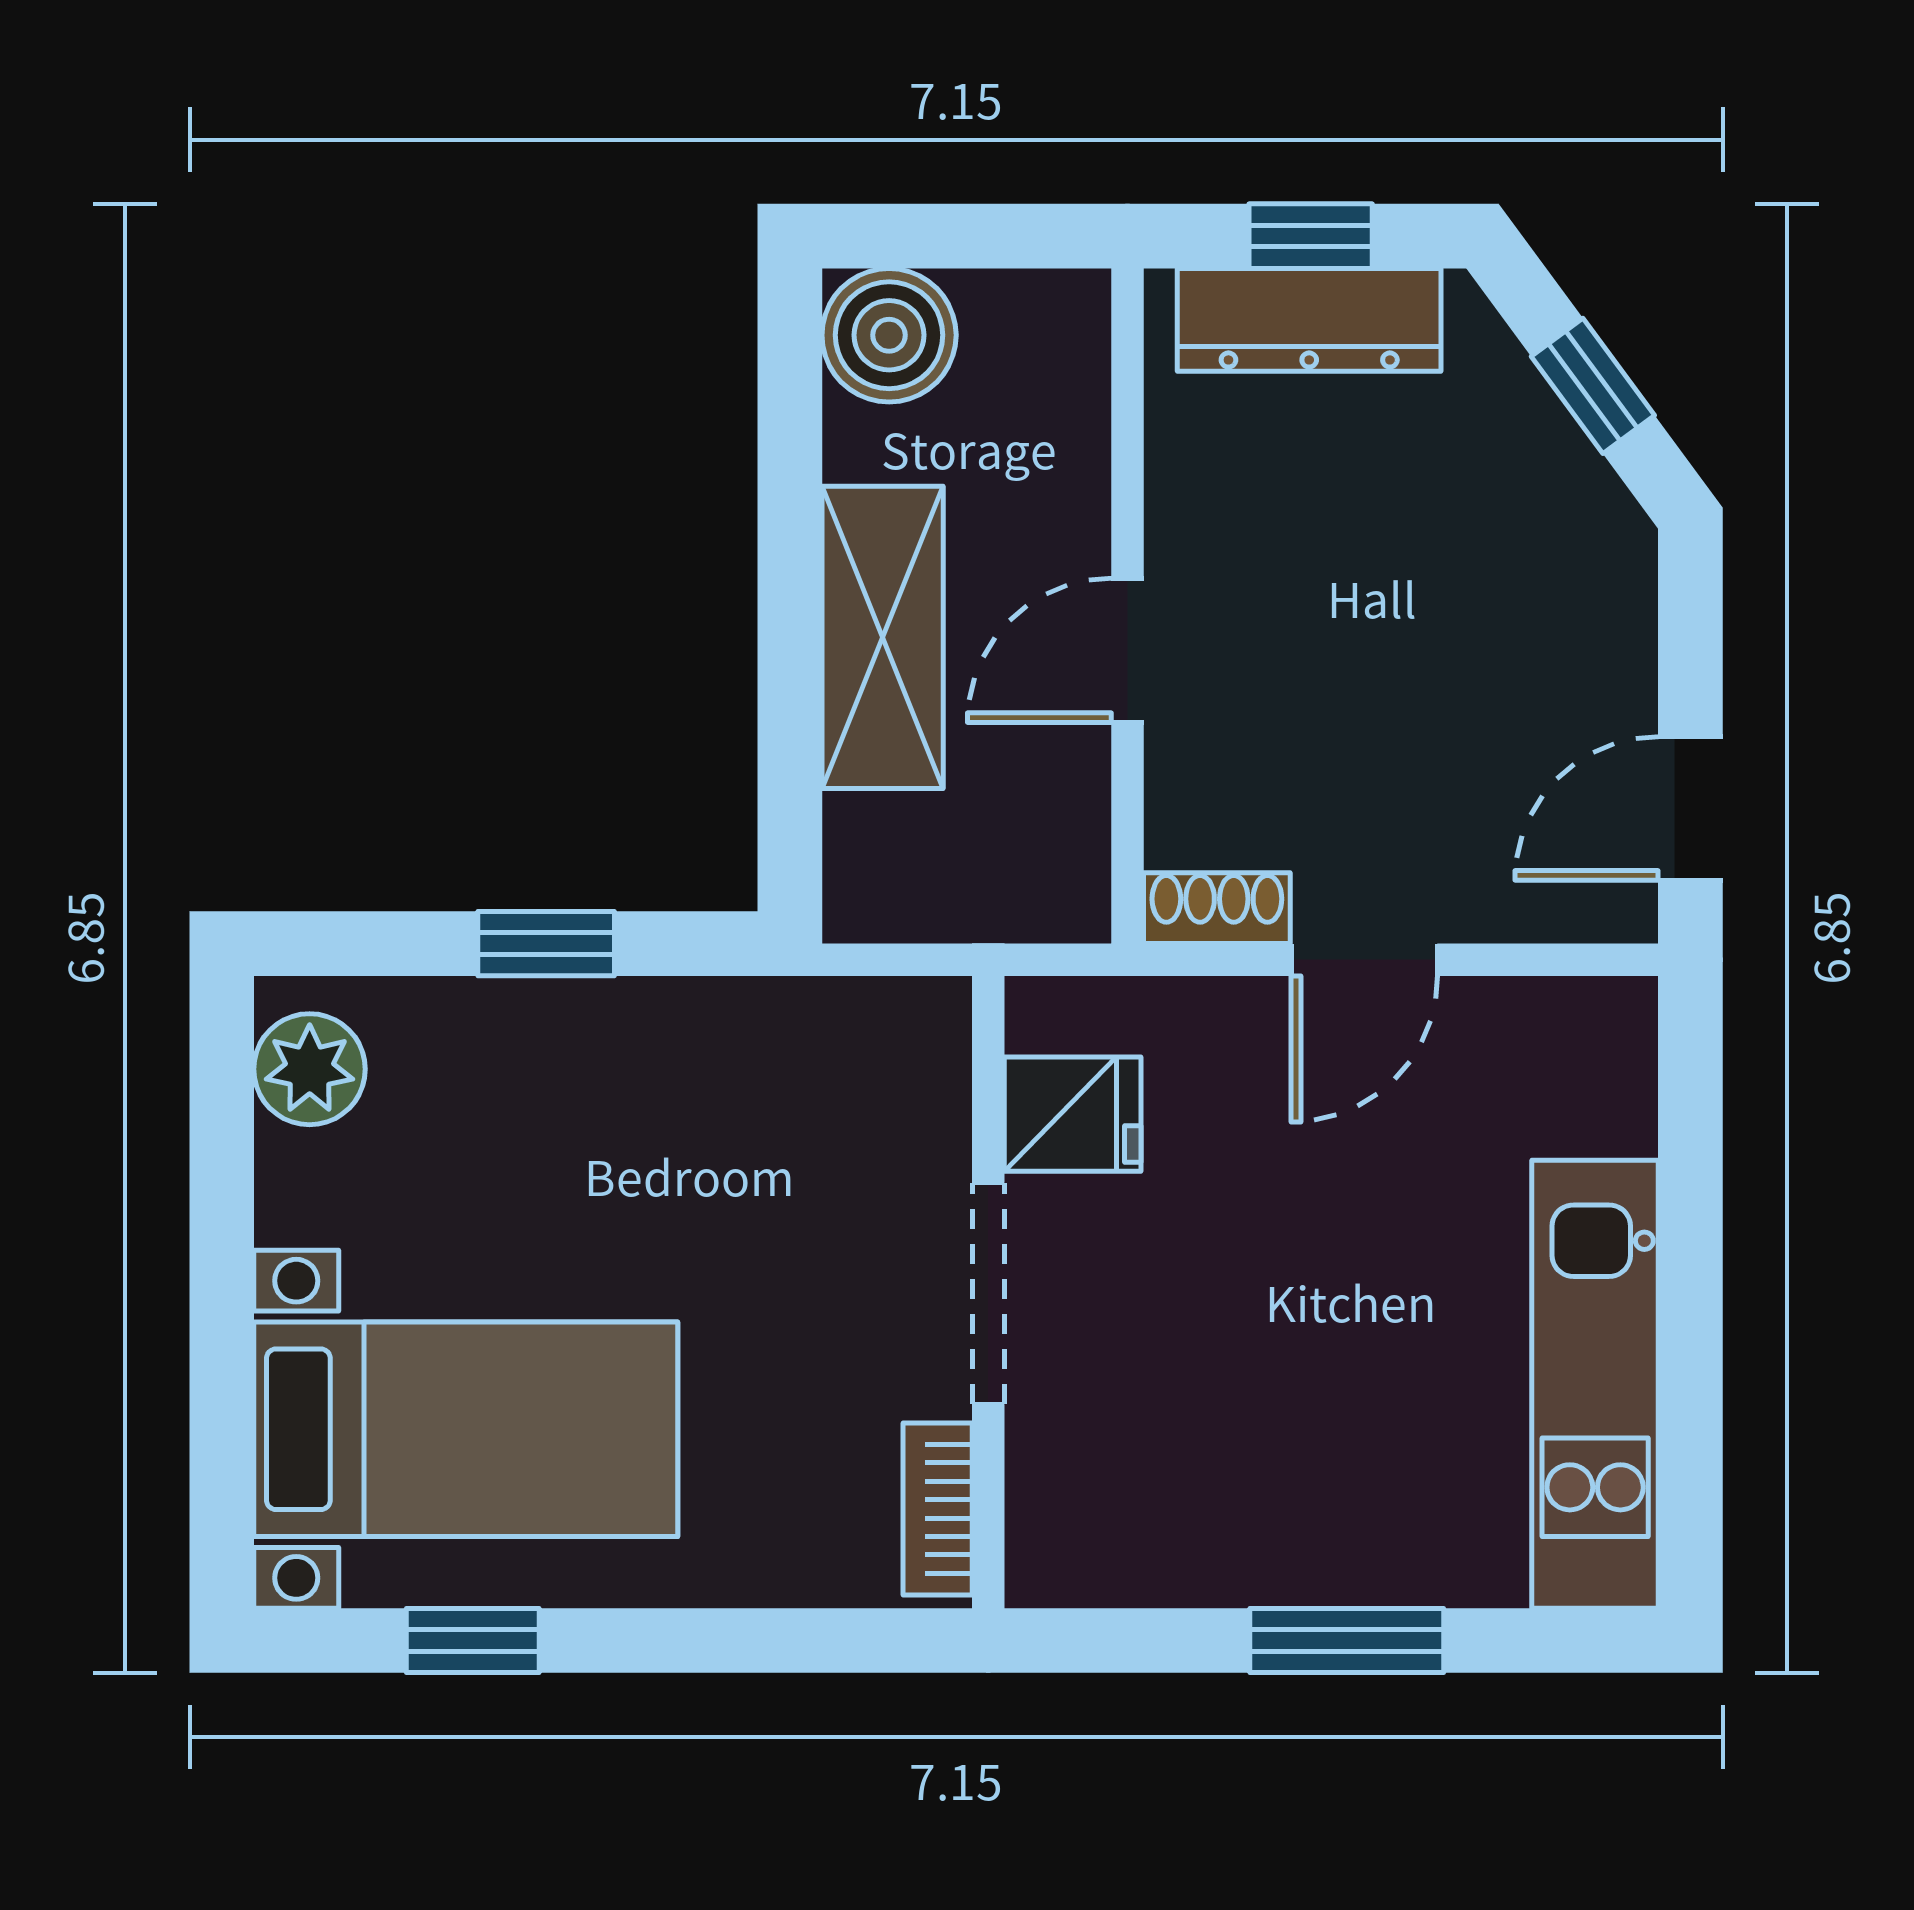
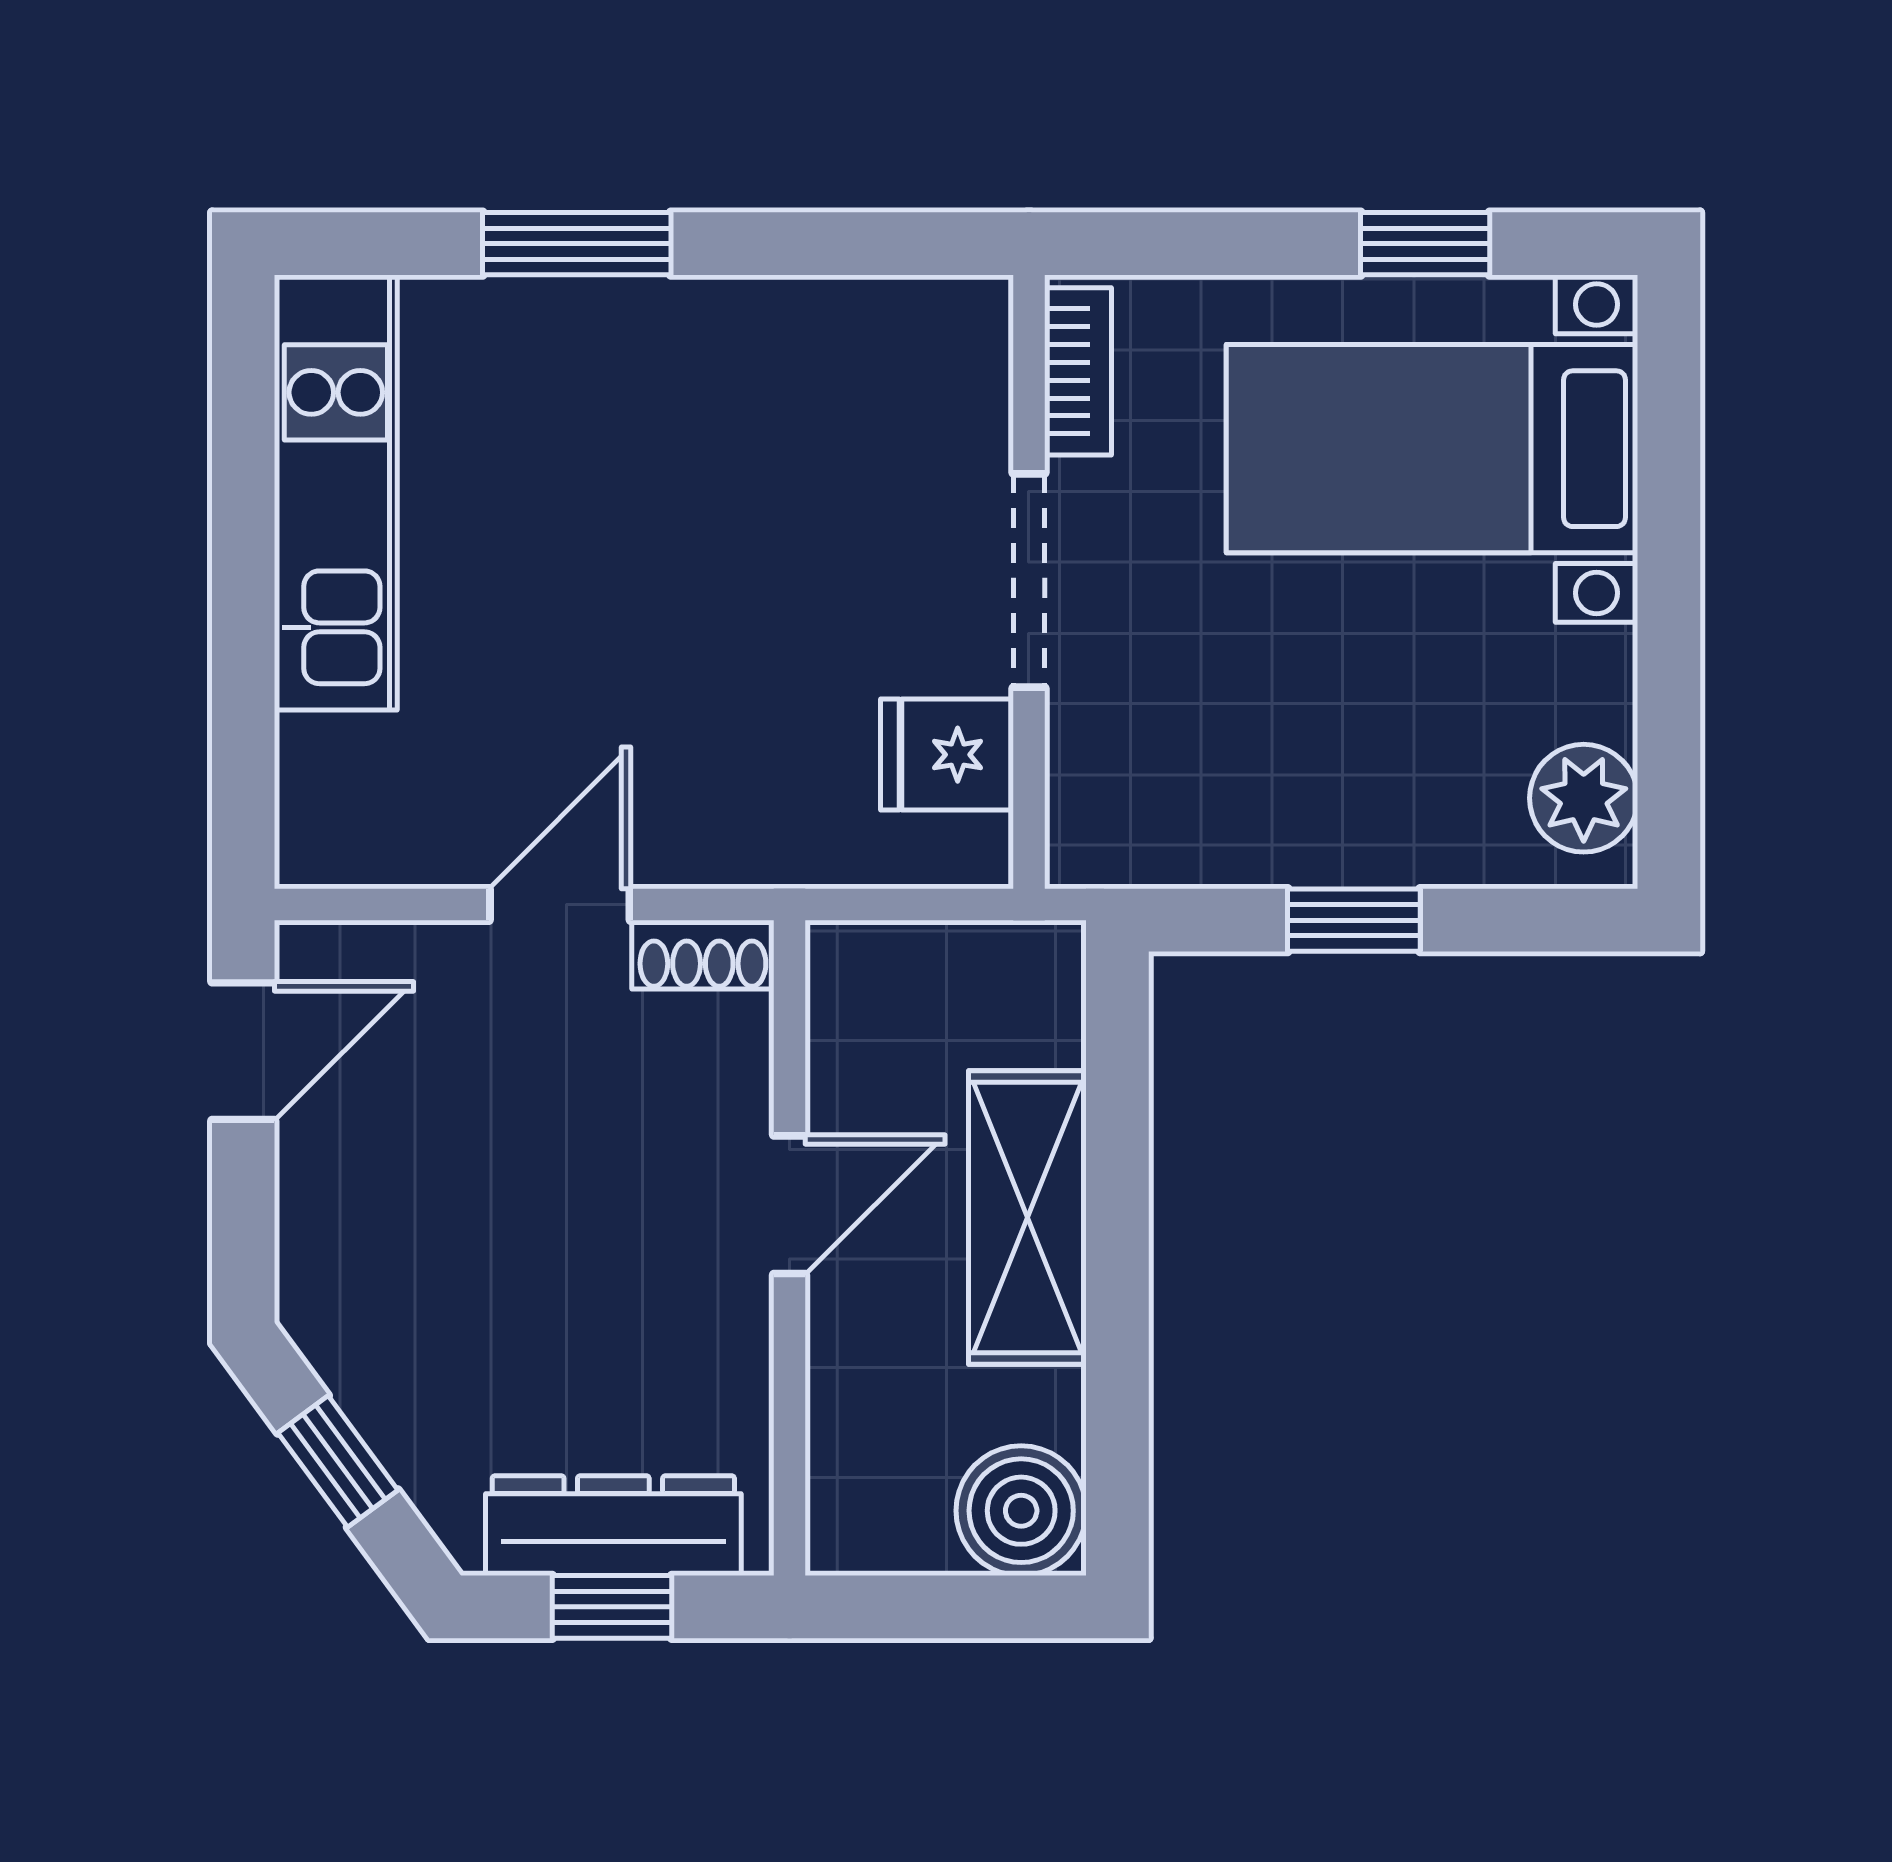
fridge: (1073, 1114) -> (947, 755), moved
wall: (988, 1292) -> (1029, 582), moved
doorway: (988, 1294) -> (1029, 580), moved
bookcase: (938, 1509) -> (1078, 371), moved

